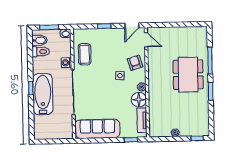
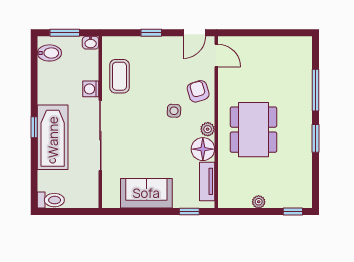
toilet: (41, 52) -> (51, 200), moved
dining table: (188, 75) -> (253, 130), moved
sofa: (97, 129) -> (146, 193), width x0.73

